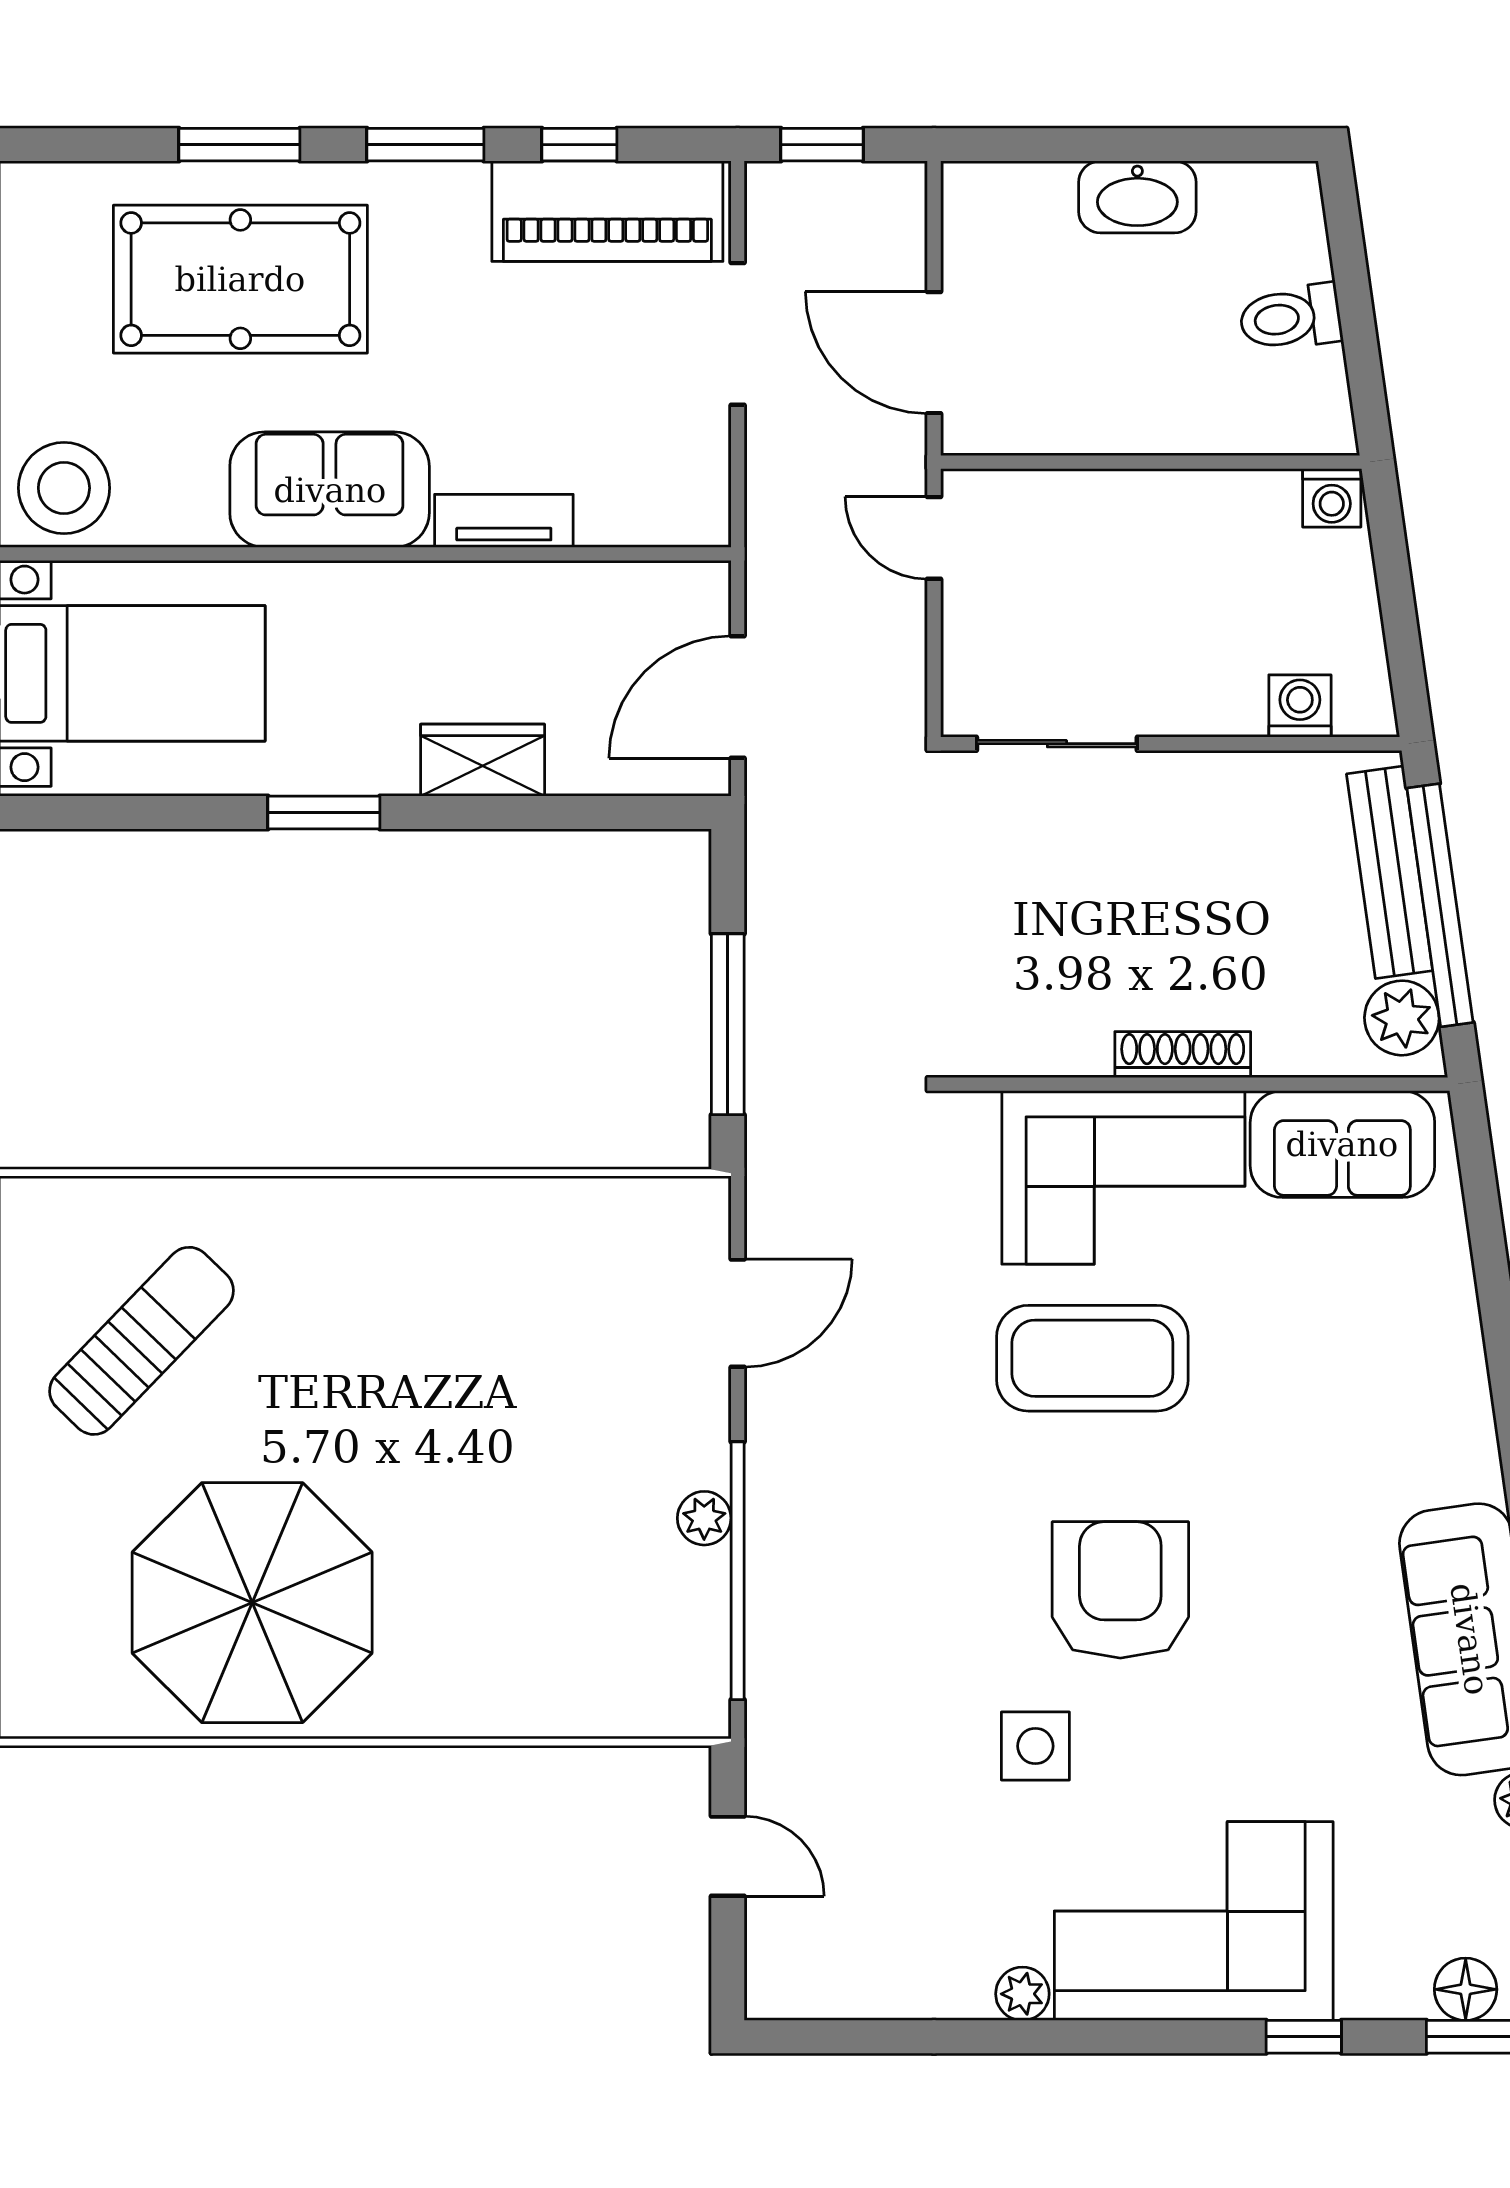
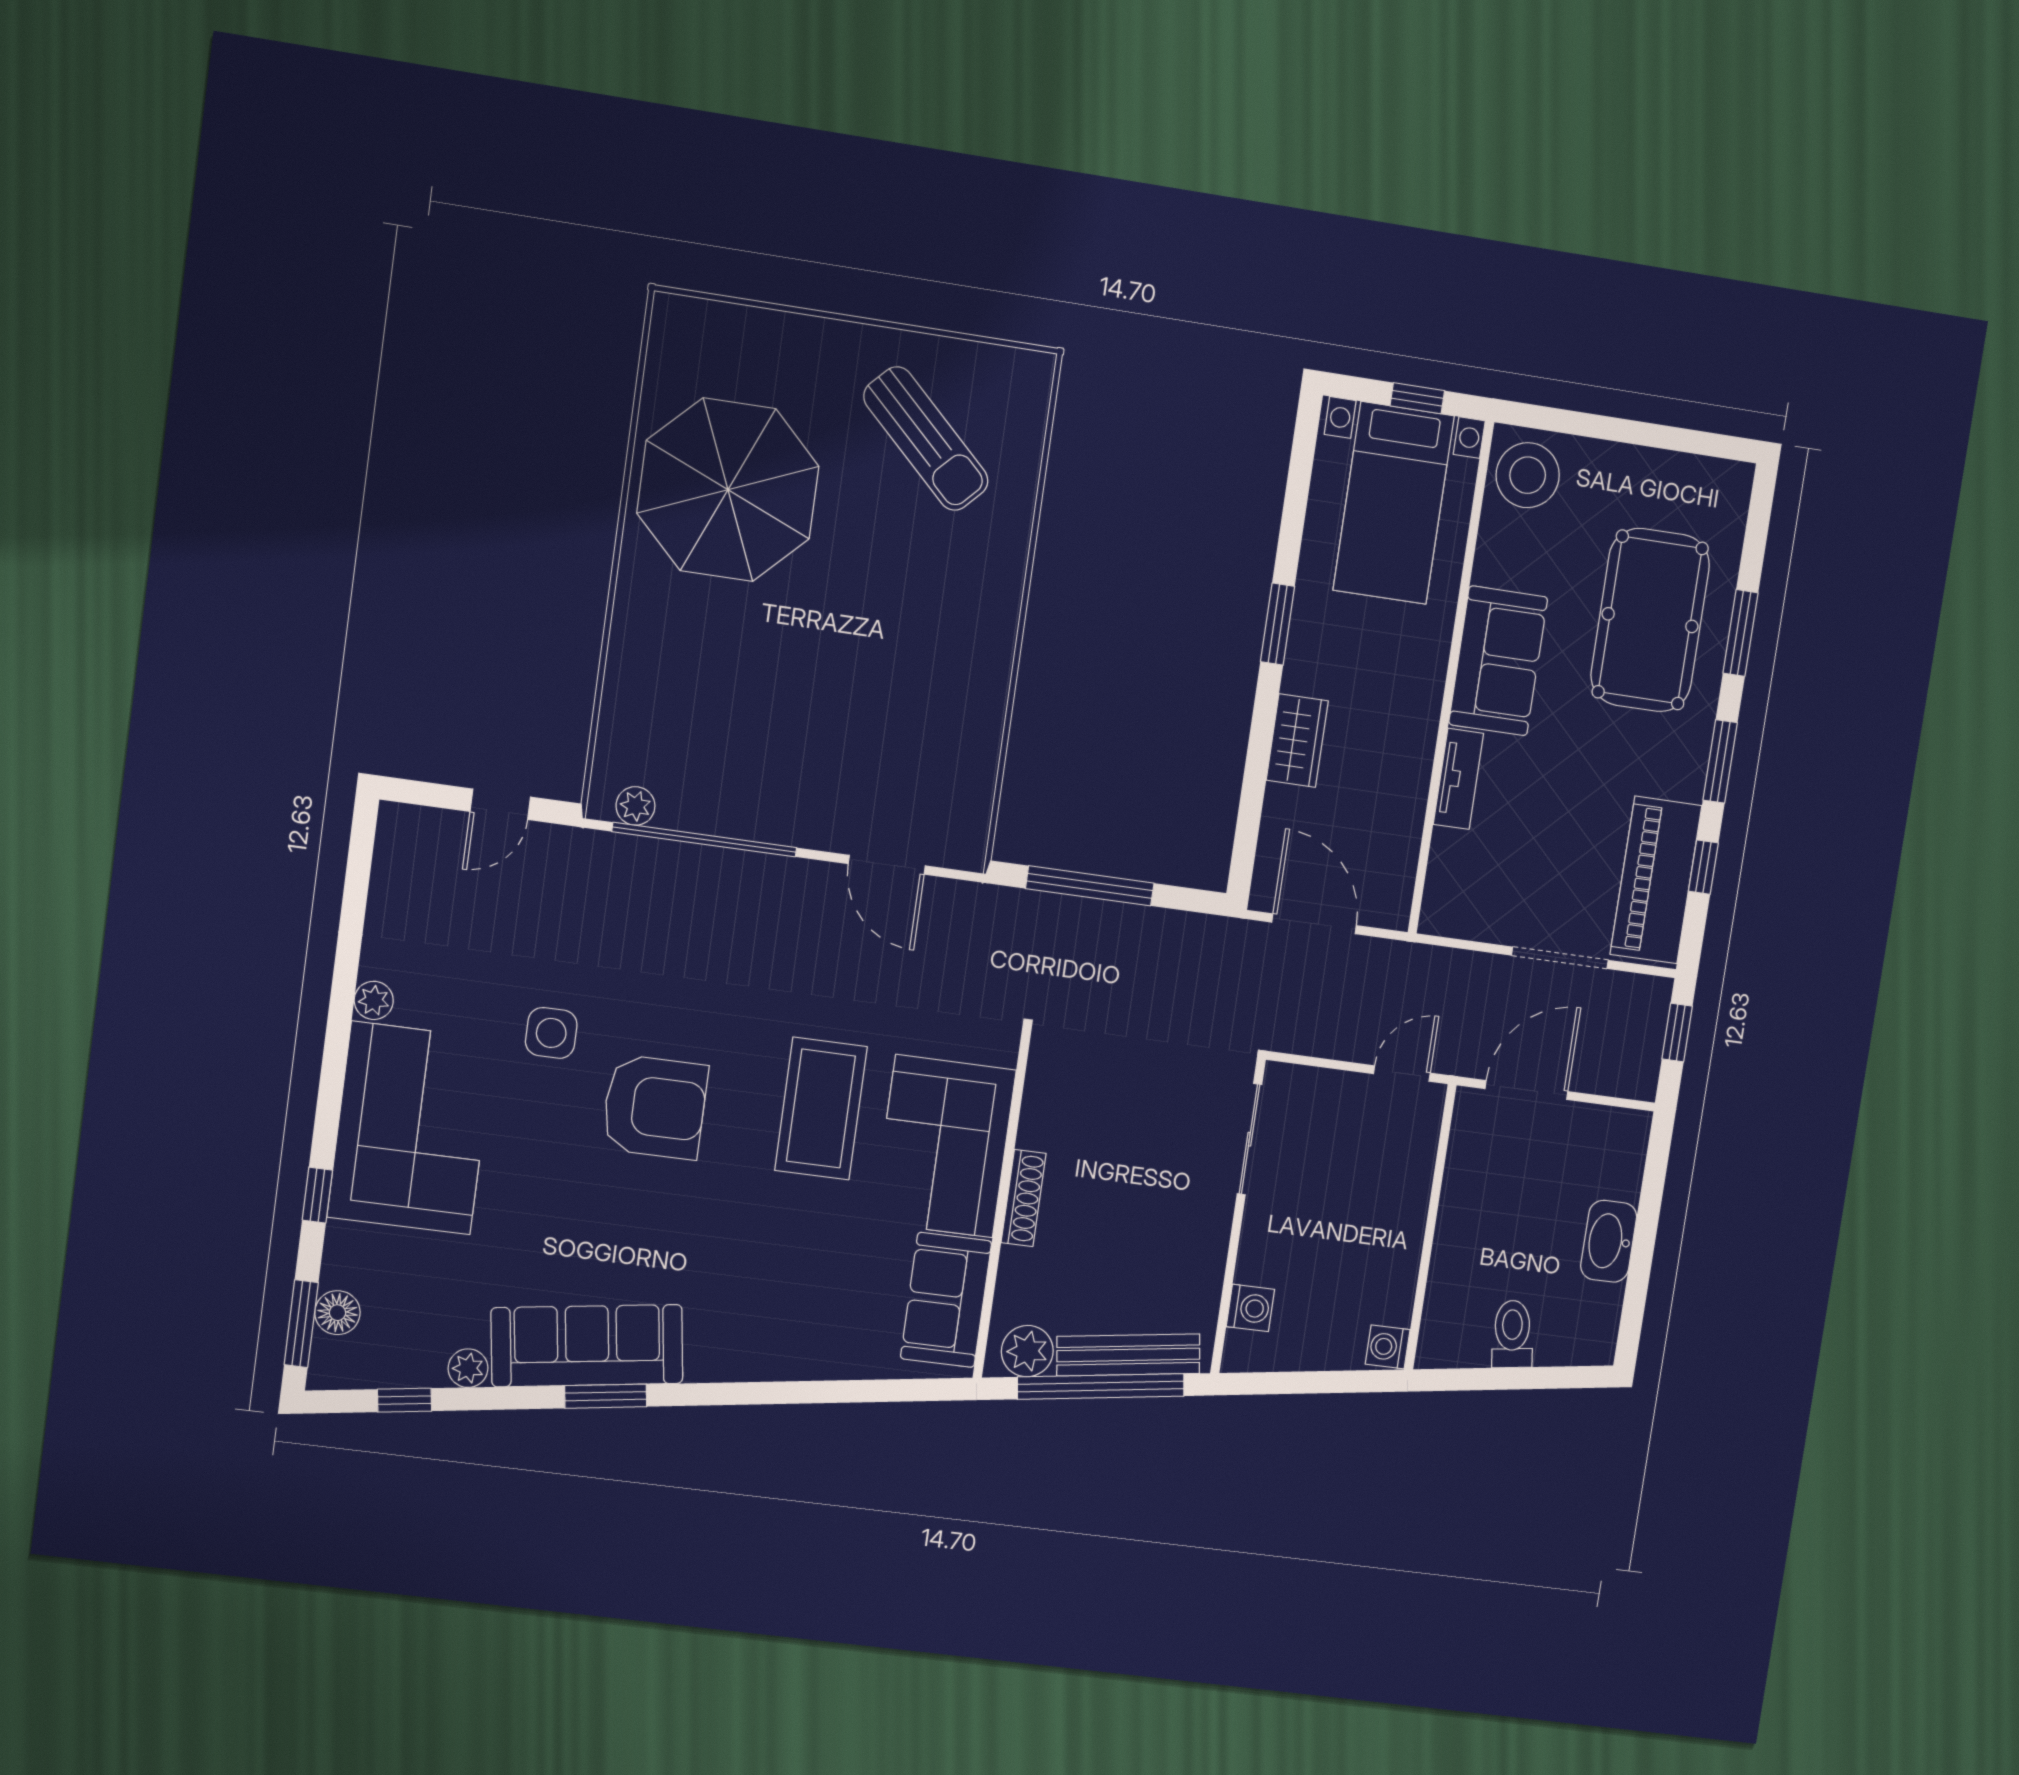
plant: (704, 1518) -> (635, 806), moved

